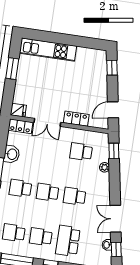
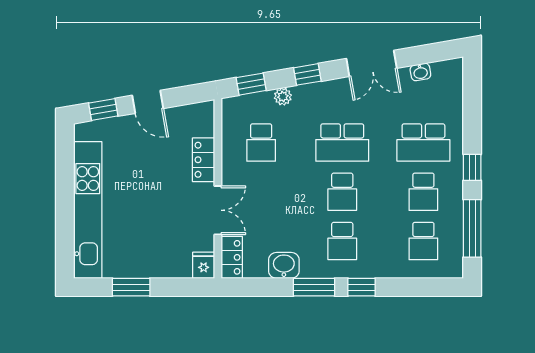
kitchen unit: (48, 50) -> (88, 210), width x1.36
door: (113, 110) -> (148, 102), moved
school desk: (74, 196) -> (342, 143), width x1.85
window: (116, 249) -> (307, 74), moved

